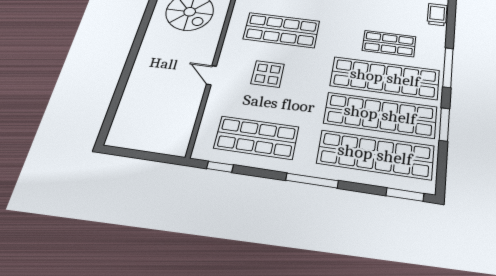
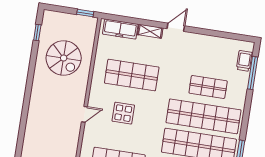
window: (448, 68) -> (253, 73), moved
door: (211, 75) -> (84, 114), swing flipped

